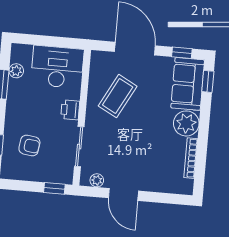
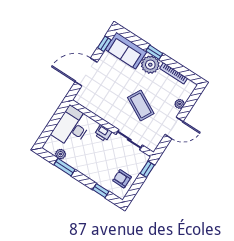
window: (208, 81) -> (154, 52), moved
coffee table: (118, 96) -> (141, 105), moved
armchair: (29, 146) -> (122, 179), moved, turned -98
plant: (97, 180) -> (180, 104), moved

